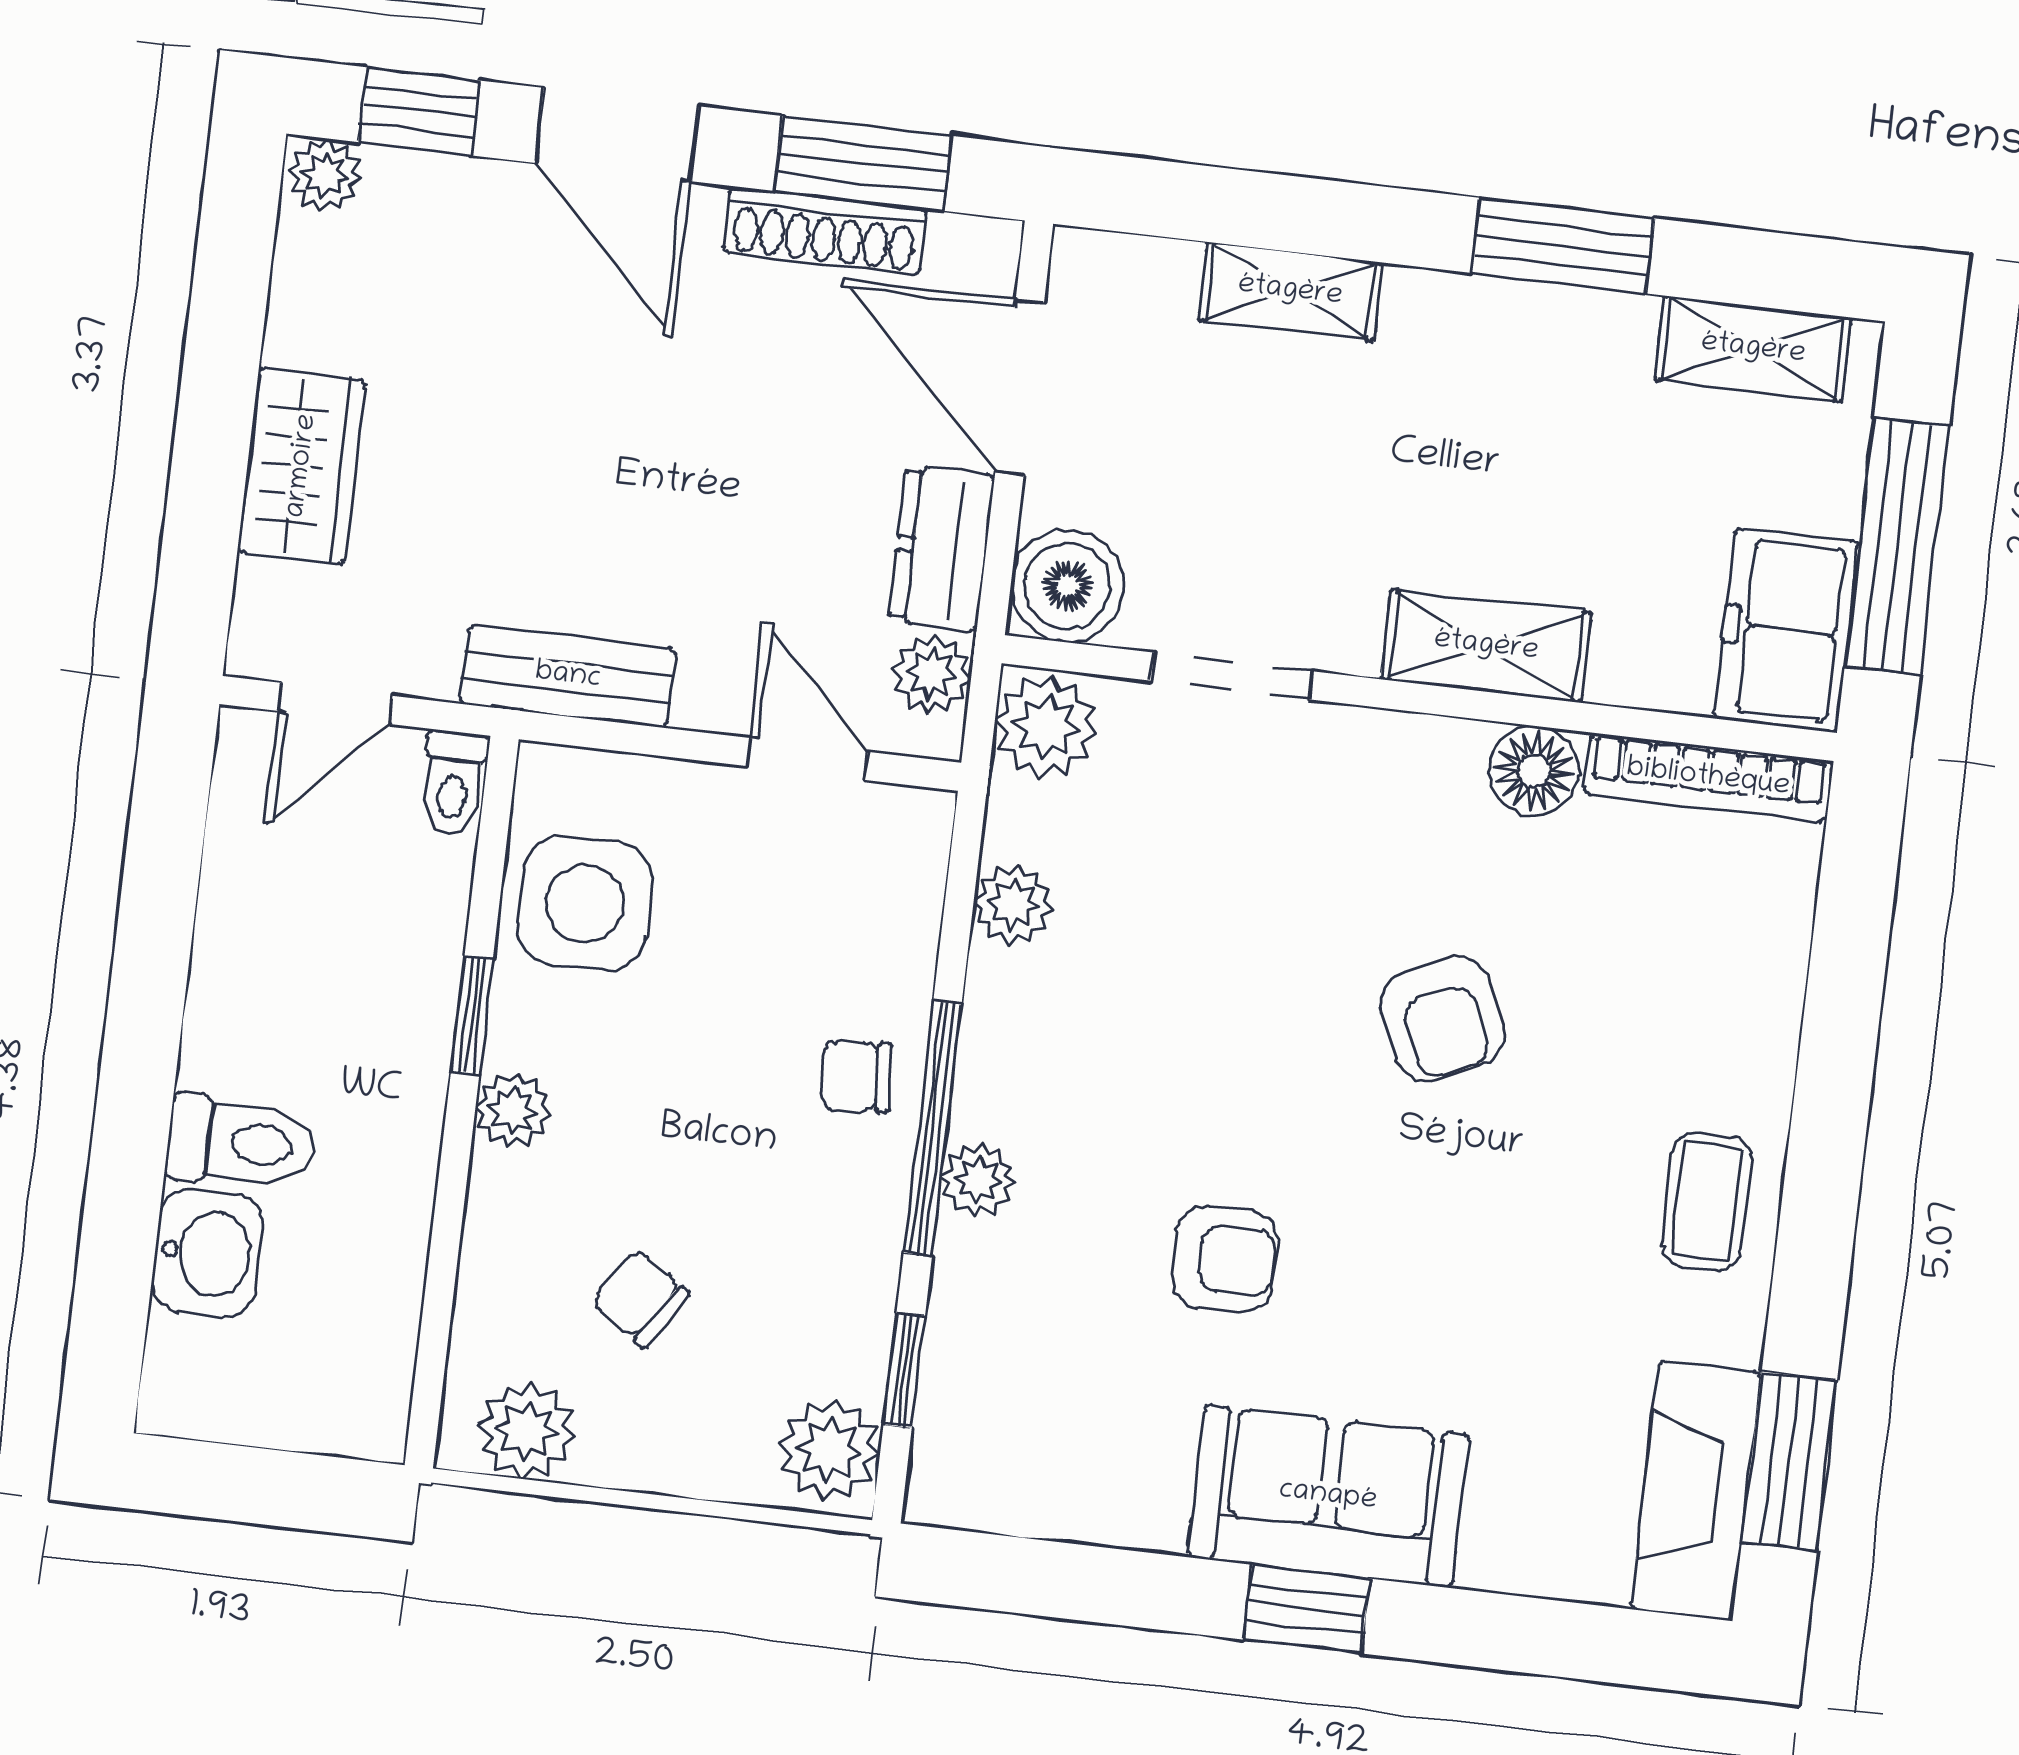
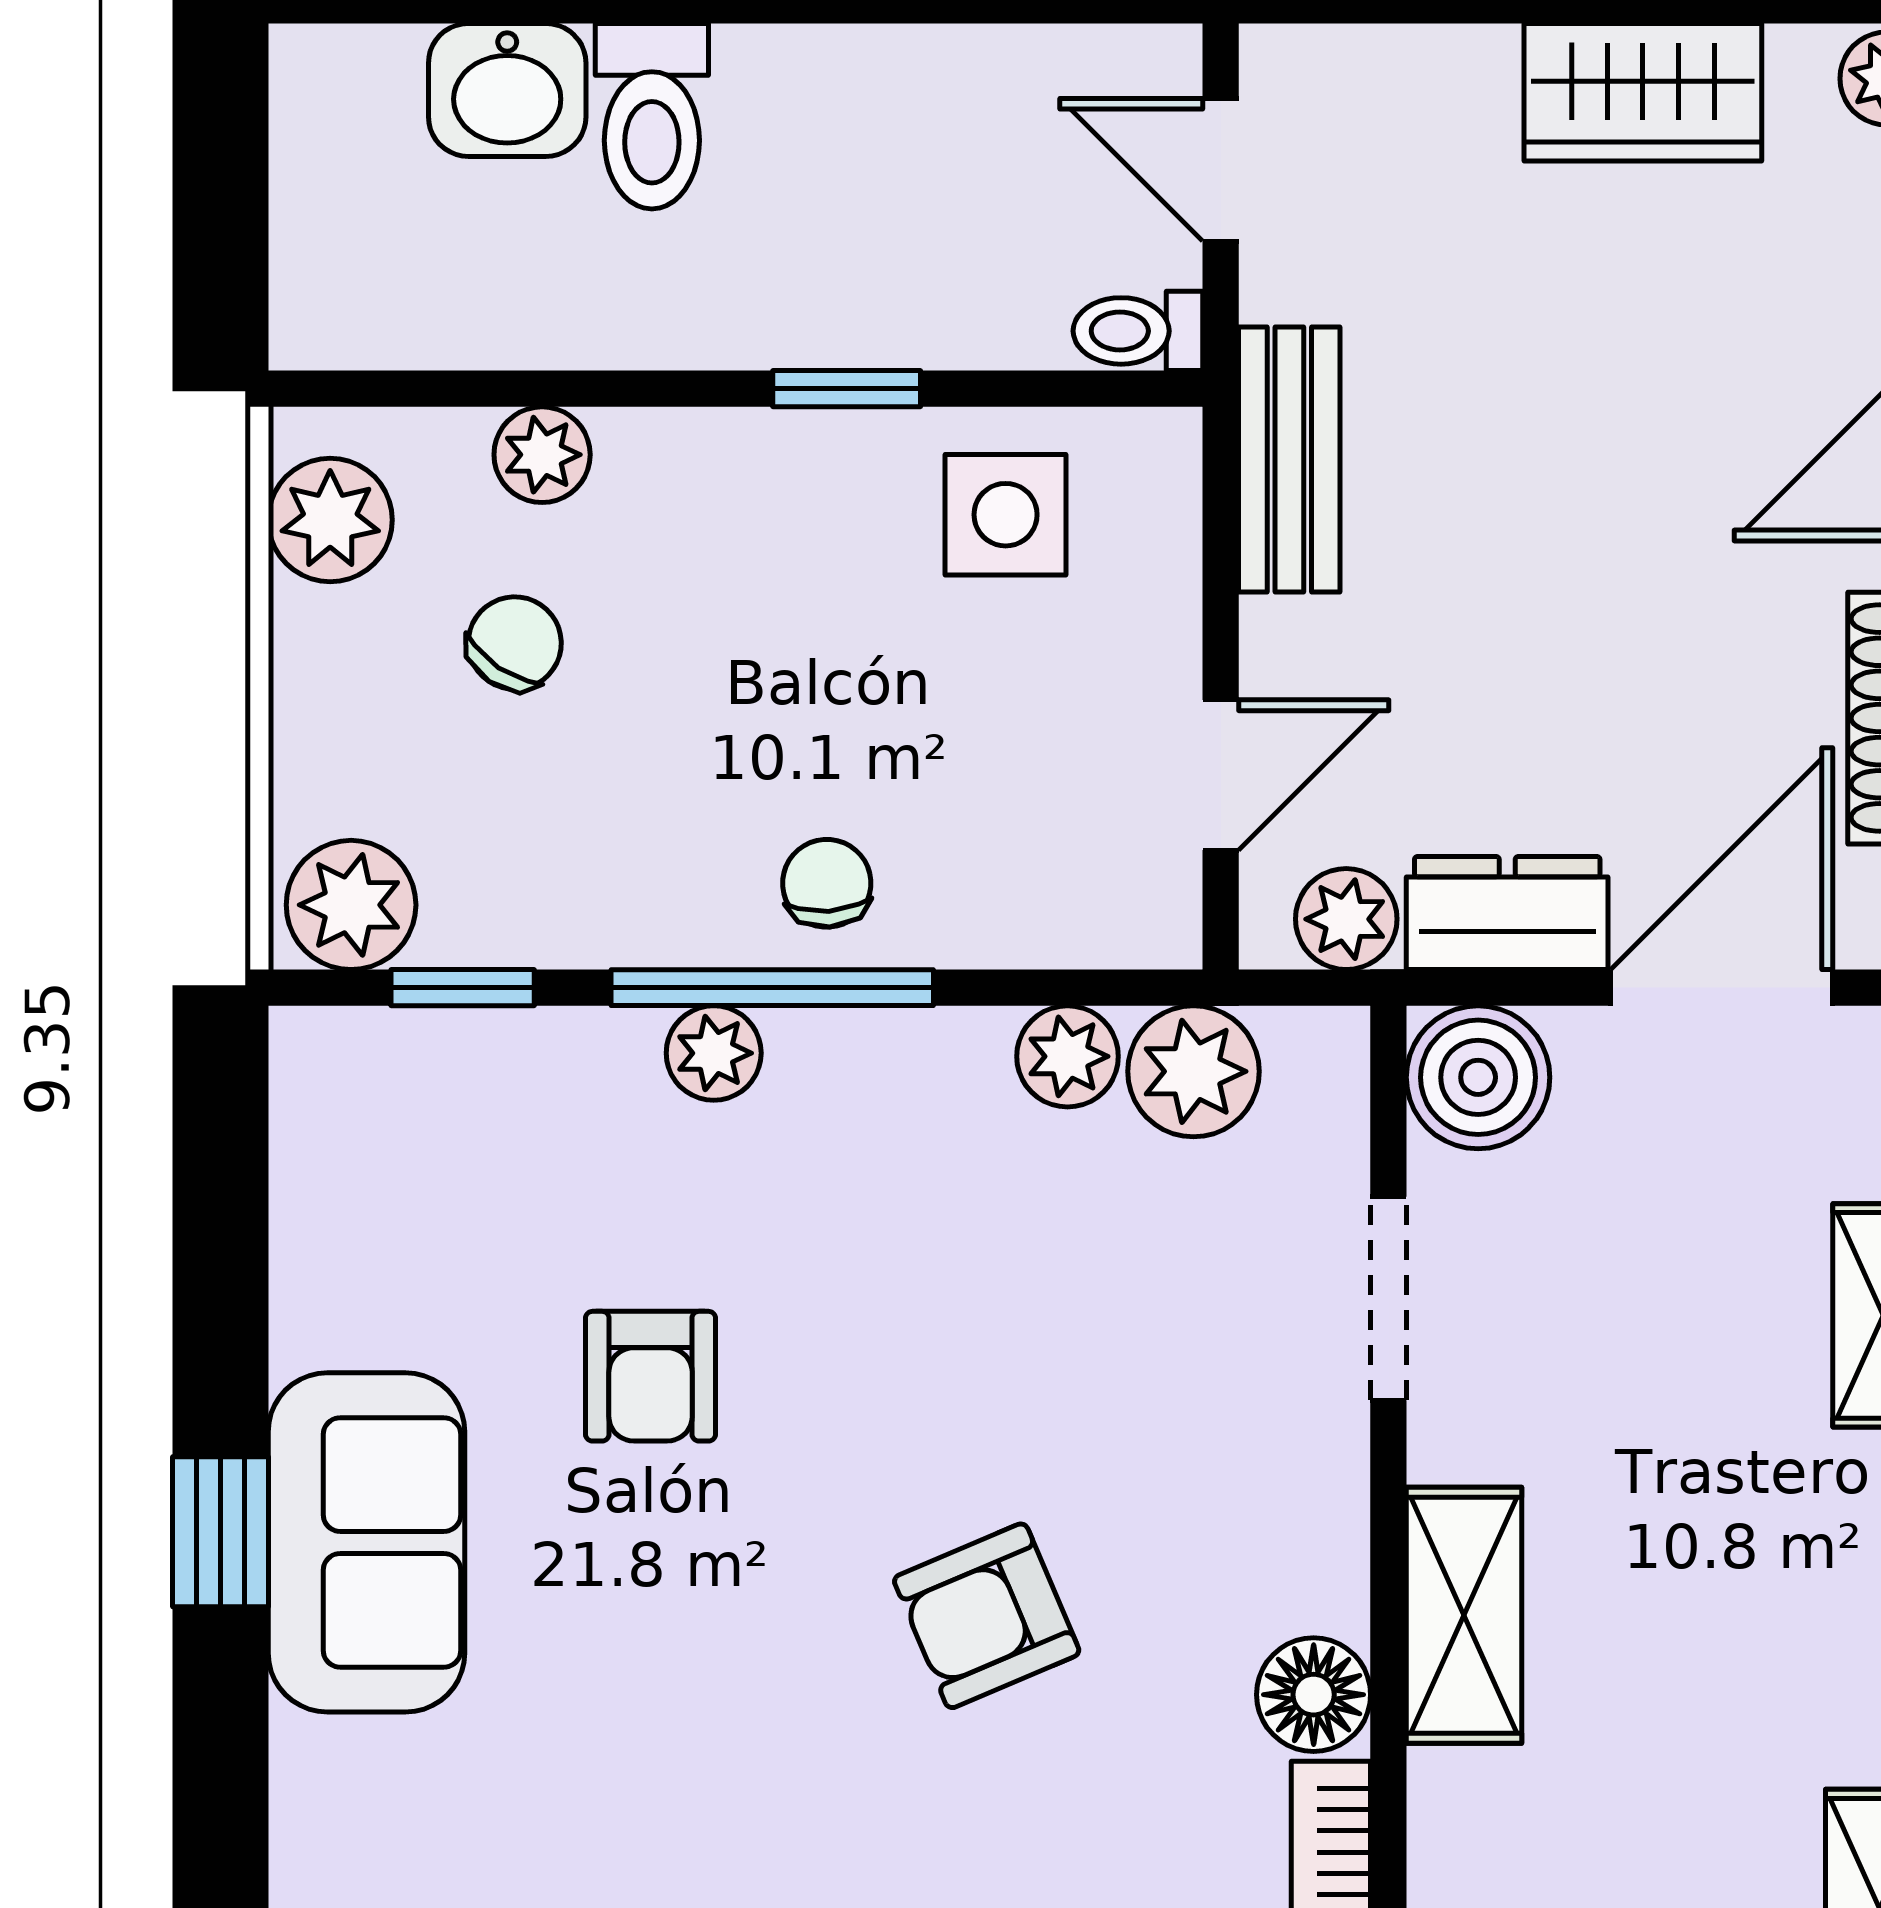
wardrobe: (302, 466) -> (1643, 92), moved
plant: (1046, 727) -> (1193, 1071), moved
side table: (585, 903) -> (1006, 515), width x0.73, depth x0.73
plant: (513, 1110) -> (542, 455), moved

